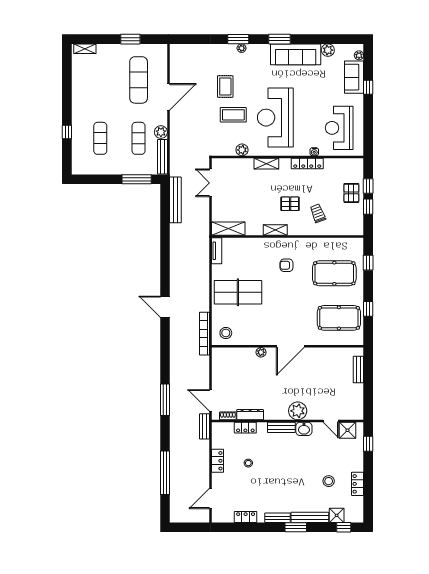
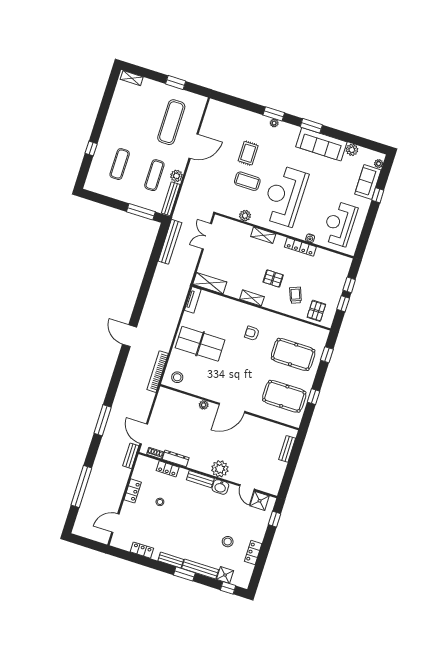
pallet: (351, 193) -> (316, 311), moved

